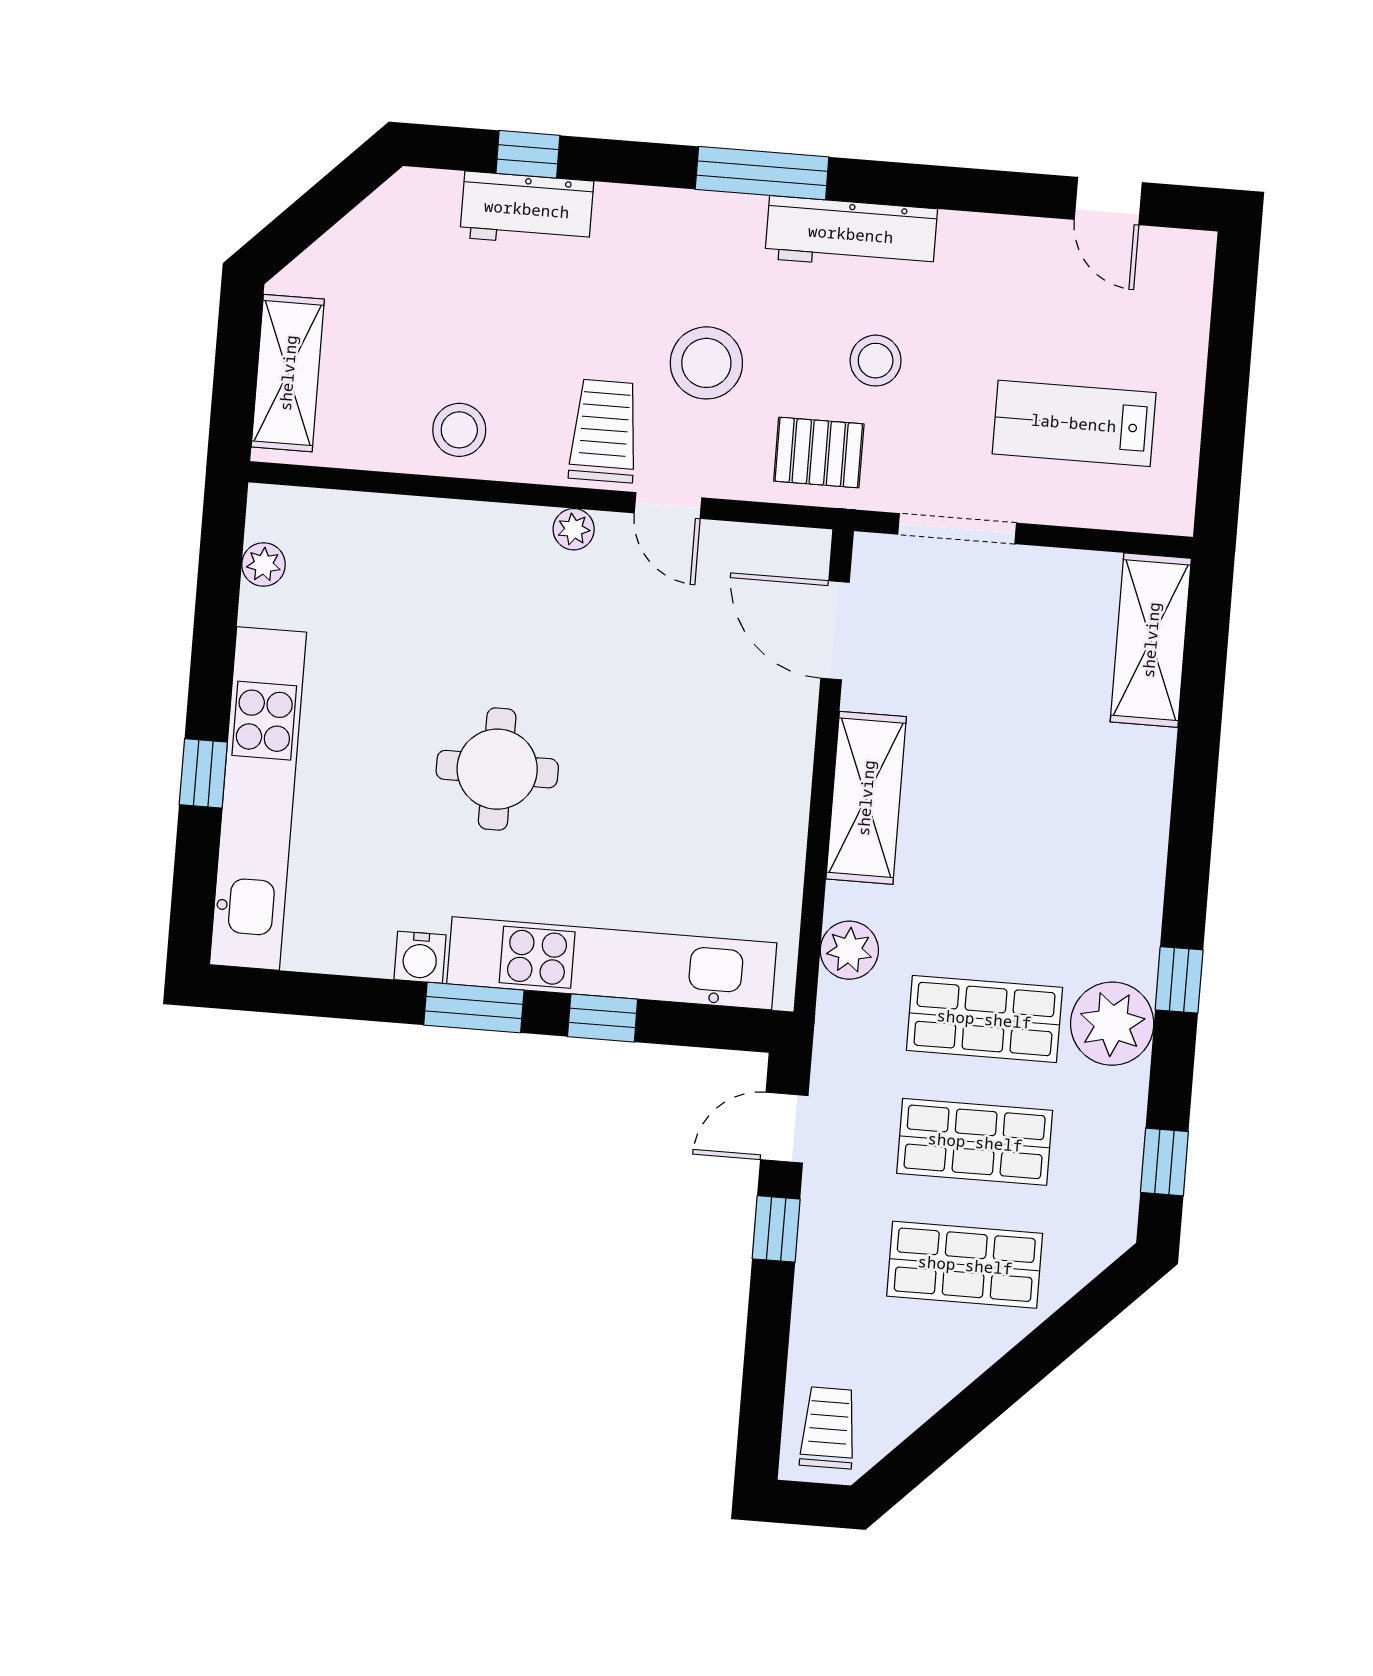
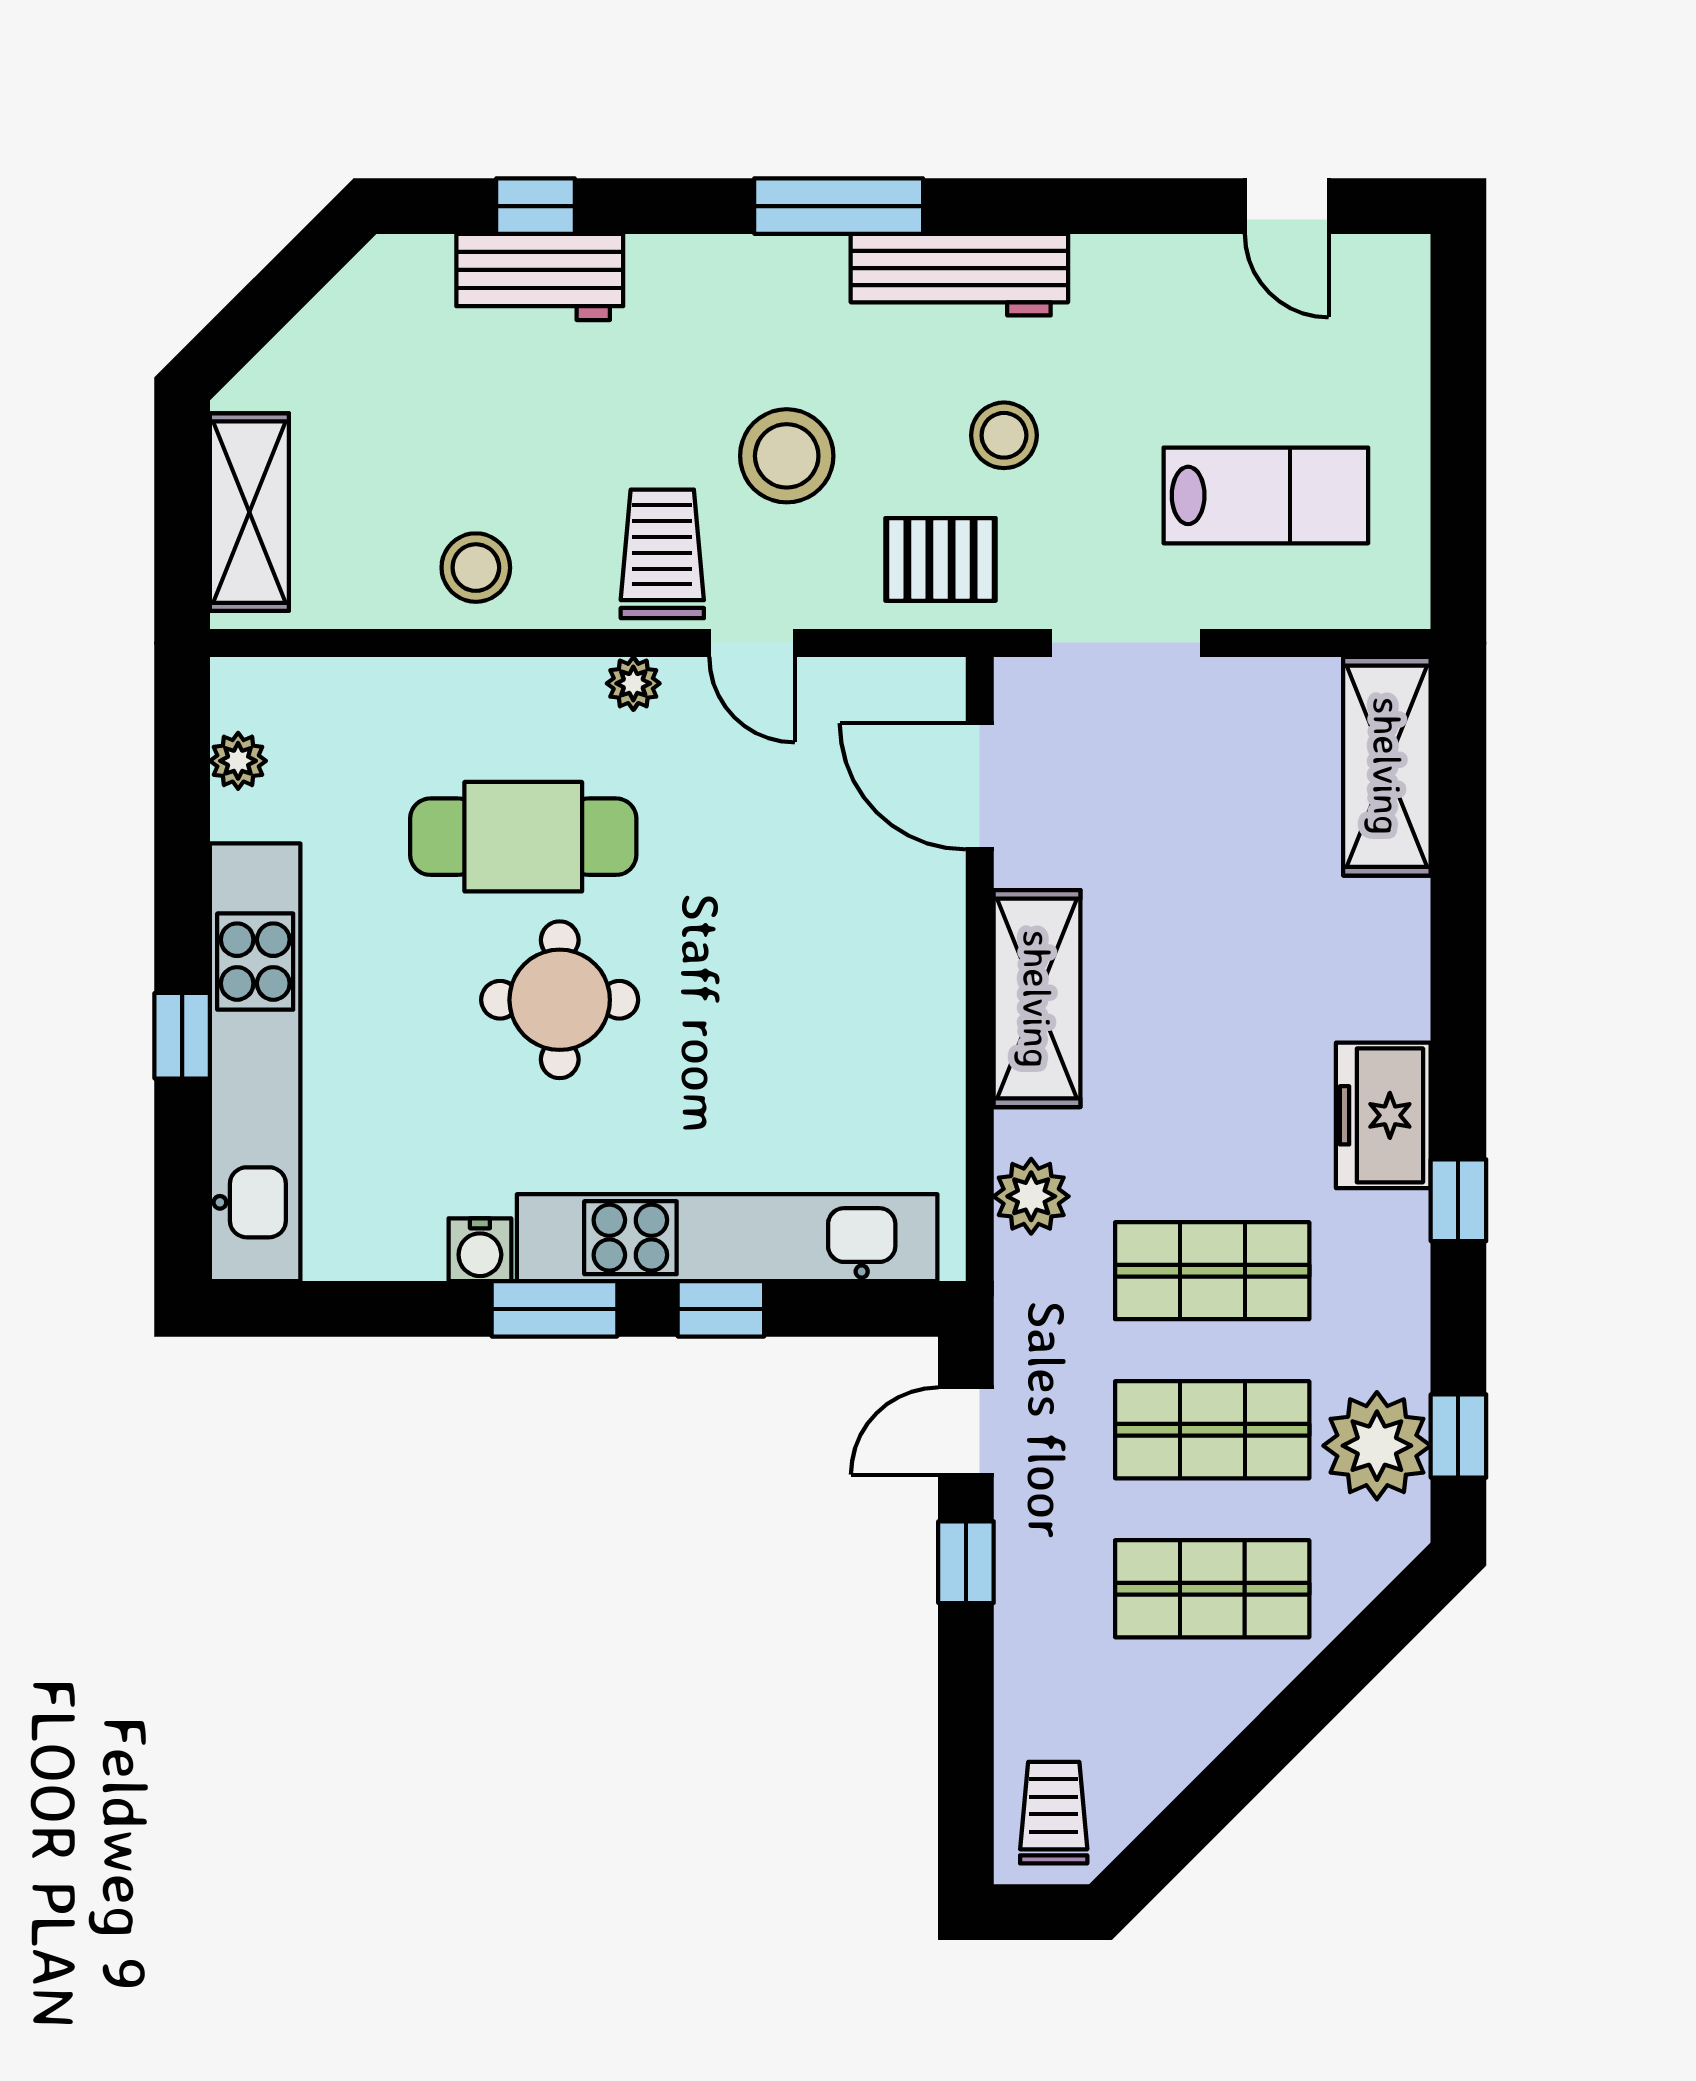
lab bench: (1074, 423) -> (1266, 495), turned 180
cafe table: (479, 641) -> (523, 837), added
freezer: (1126, 910) -> (1383, 1115), added
plant: (1112, 1024) -> (1377, 1446), moved

